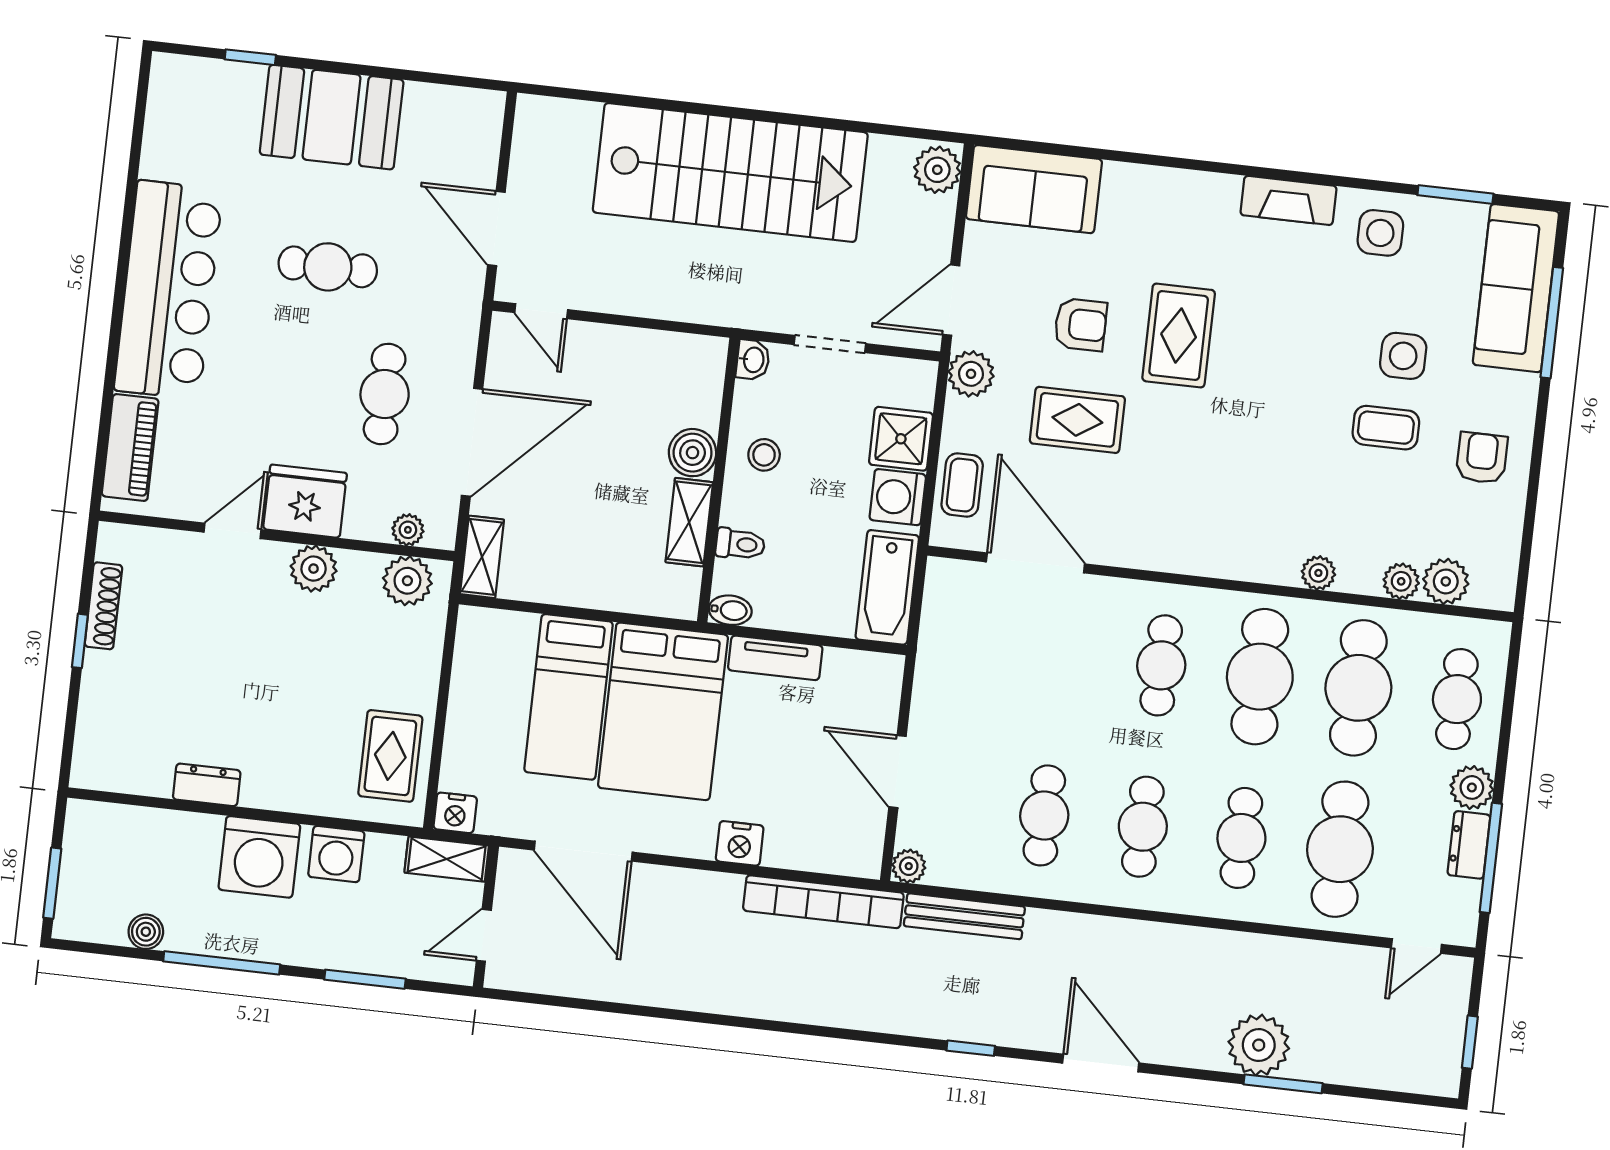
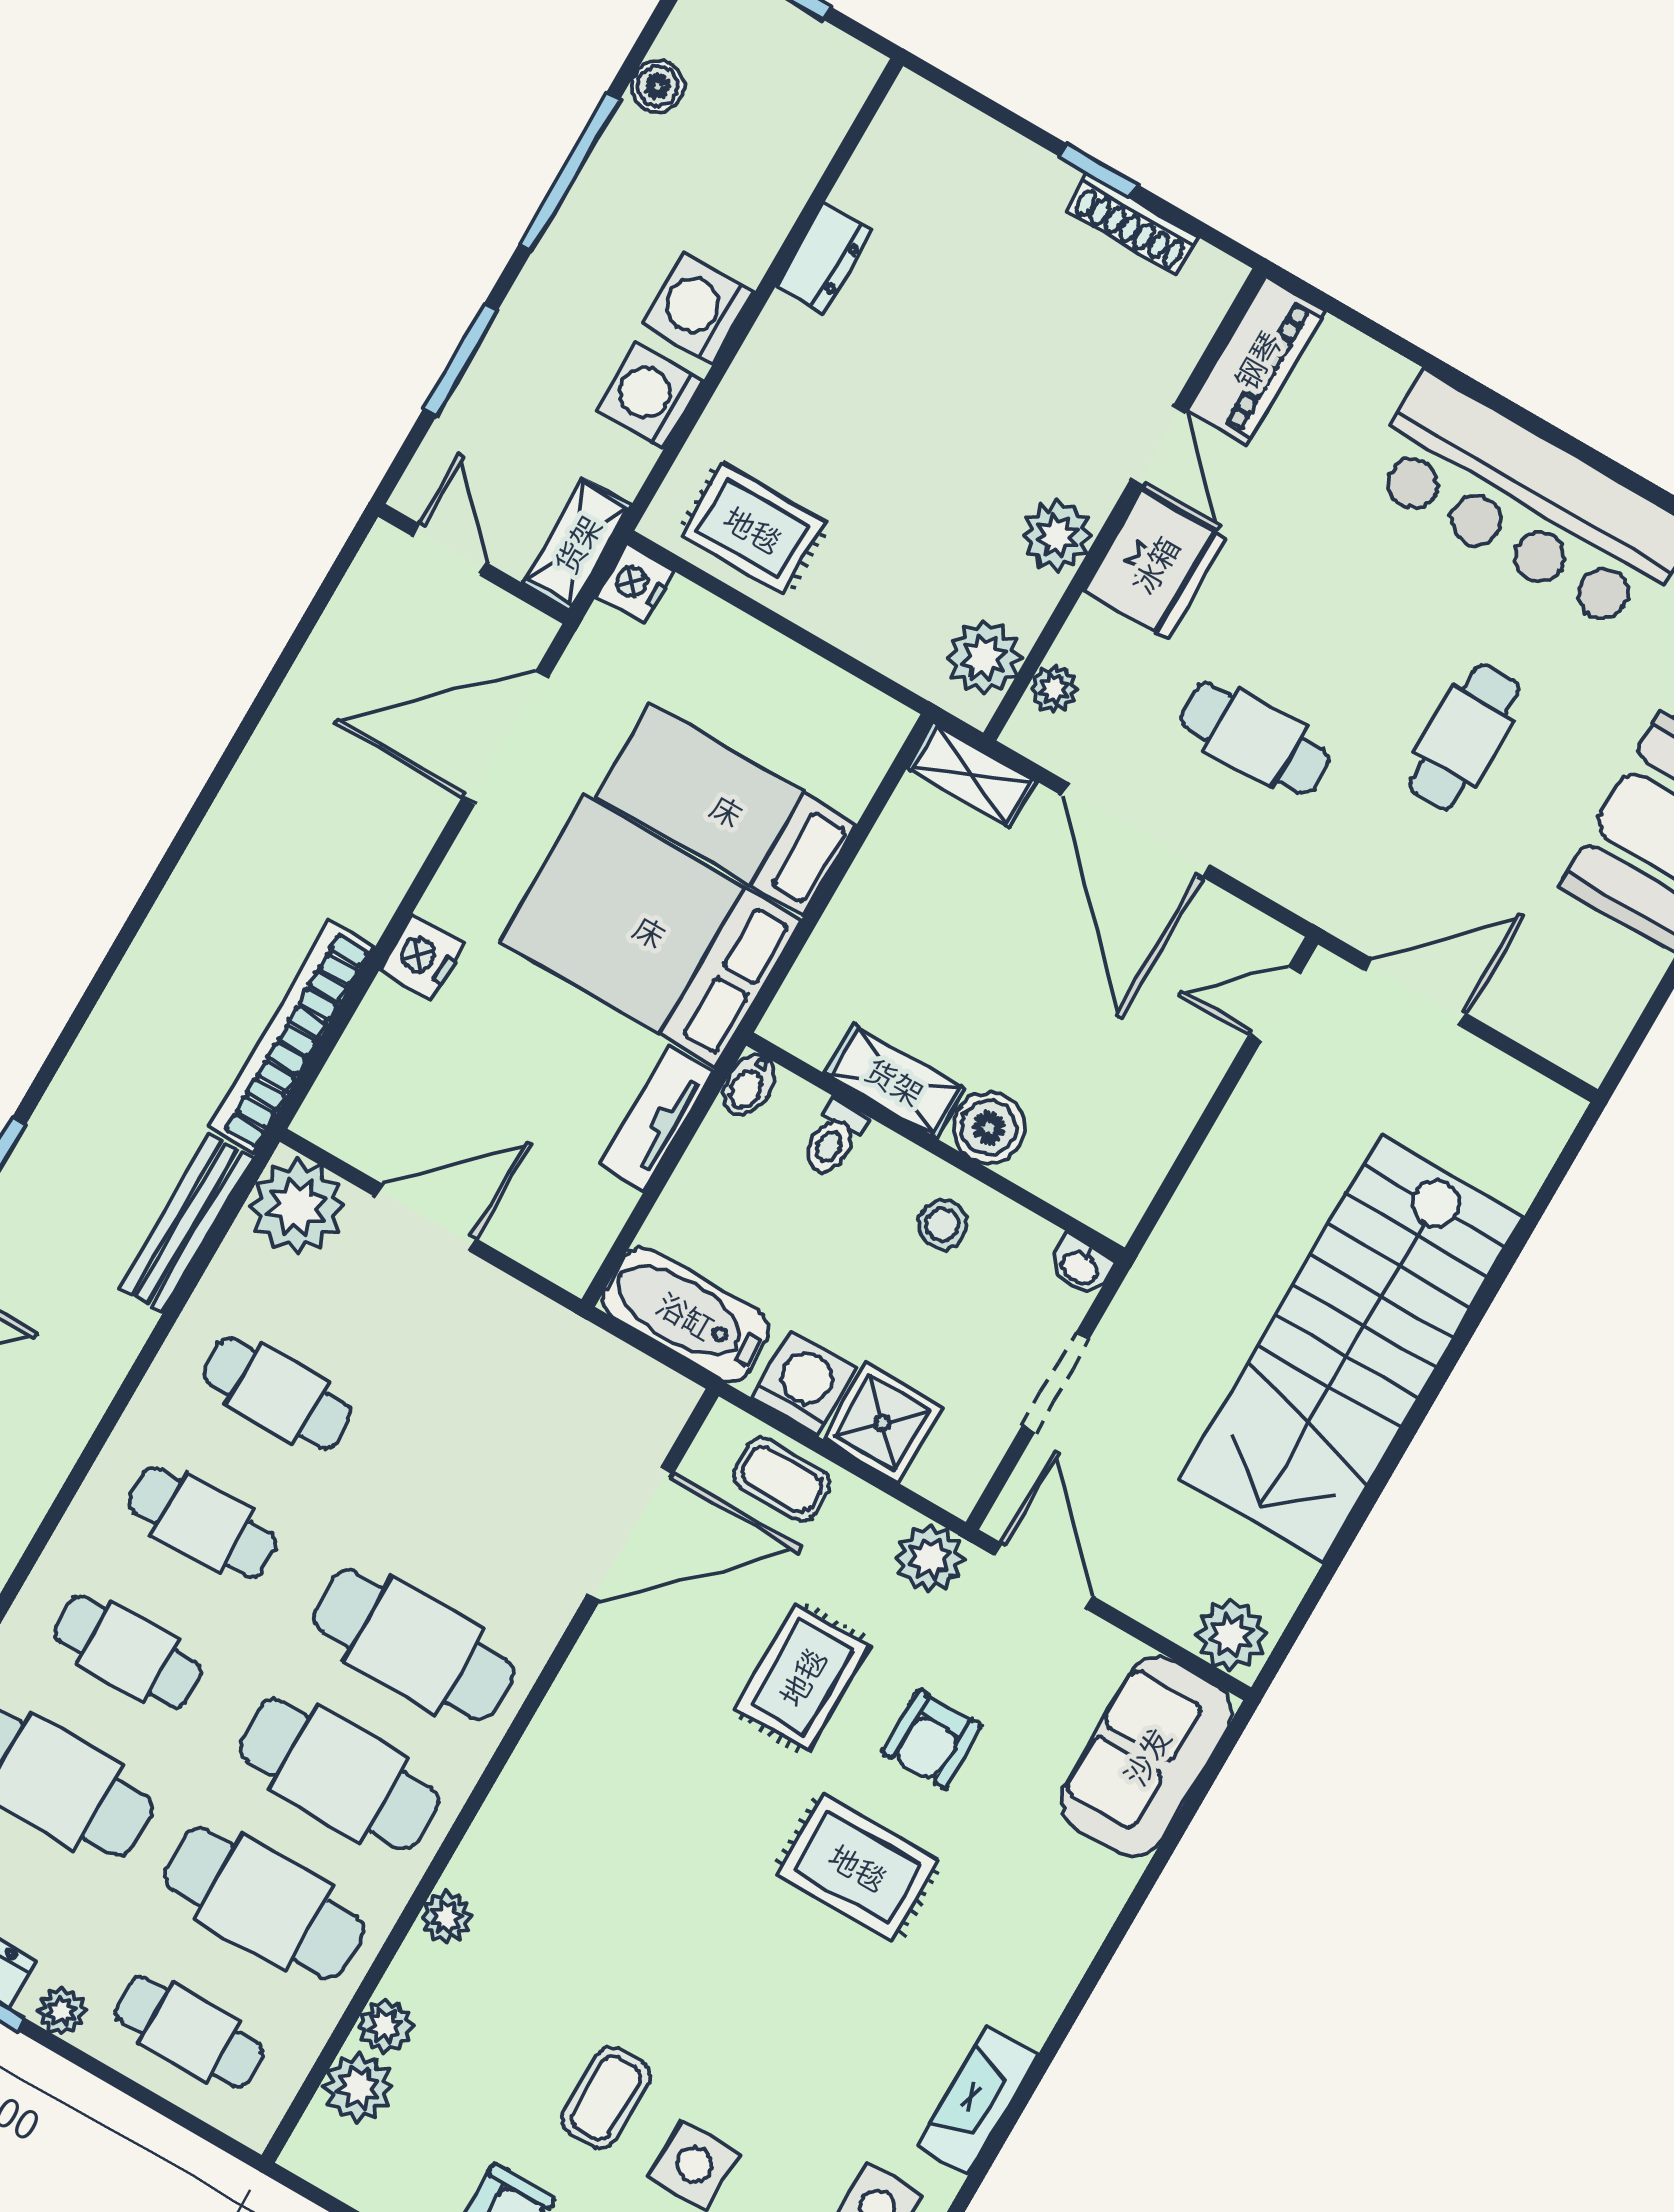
piano: (130, 448) -> (1257, 360), moved, turned -90
cafe table: (1161, 665) -> (414, 1645), width x1.37, depth x1.35
plant: (1472, 787) -> (62, 2012), width x0.73, depth x0.73
washing machine: (259, 857) -> (698, 308), width x0.73, depth x0.73
plant: (909, 866) -> (297, 1207), width x1.88, depth x1.88

